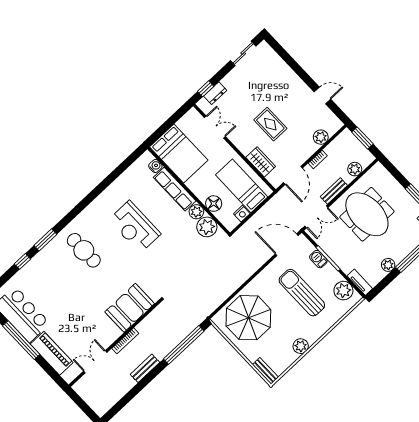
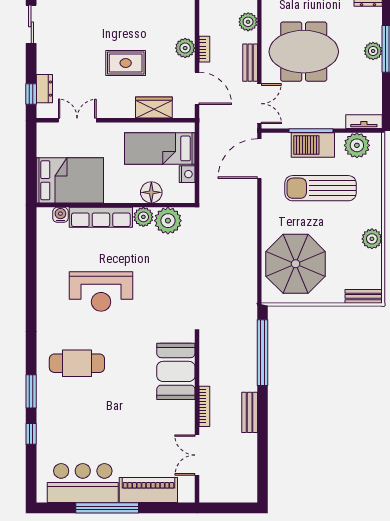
plant: (321, 137) -> (185, 48), moved
barbecue: (318, 259) -> (313, 145), width x1.88, depth x1.53
plant: (388, 265) -> (373, 51), moved

